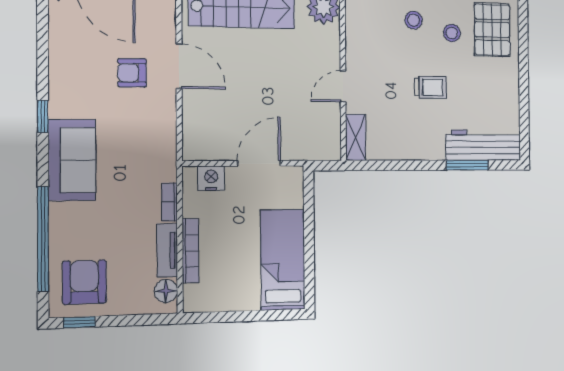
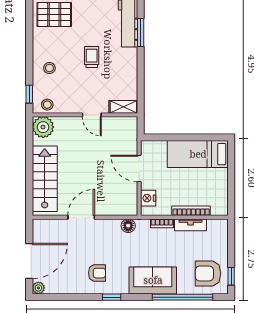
stool: (452, 33) -> (47, 105), moved
armchair: (132, 73) -> (97, 273), moved, turned -90
sofa: (72, 160) -> (153, 280), moved
floor lamp: (166, 291) -> (128, 226), moved

